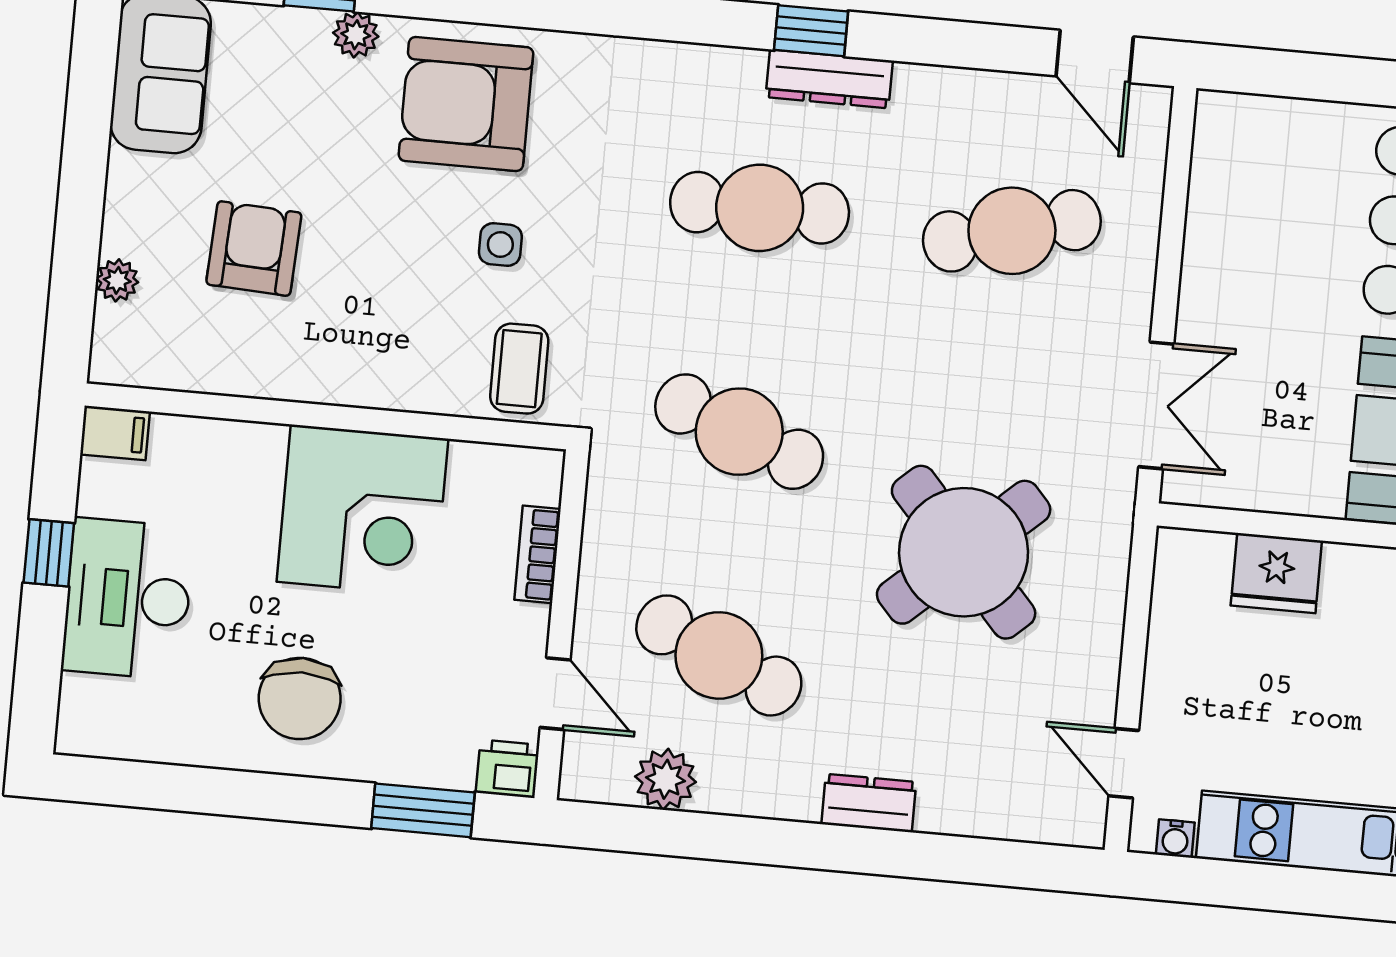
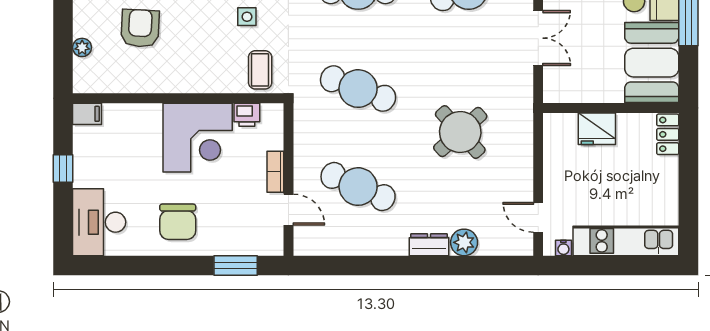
double door: (1156, 405) -> (538, 38), moved
round table: (964, 552) -> (460, 132), width x0.73, depth x0.73
bookcase: (538, 554) -> (275, 172), moved
desk: (128, 599) -> (99, 222), moved
printer: (507, 769) -> (247, 115), moved, turned 180
plant: (666, 779) -> (464, 242), moved

